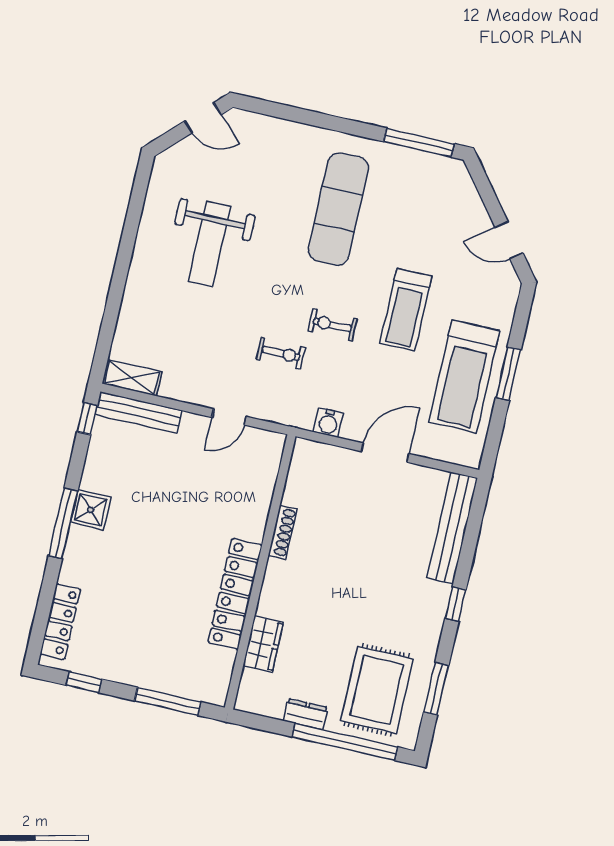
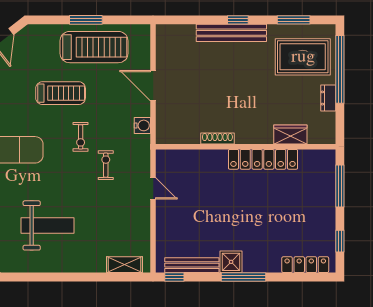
shelving: (132, 378) -> (125, 265), moved, turned 90
bench: (139, 412) -> (192, 265), moved, turned 90
bench: (452, 528) -> (231, 33), moved

